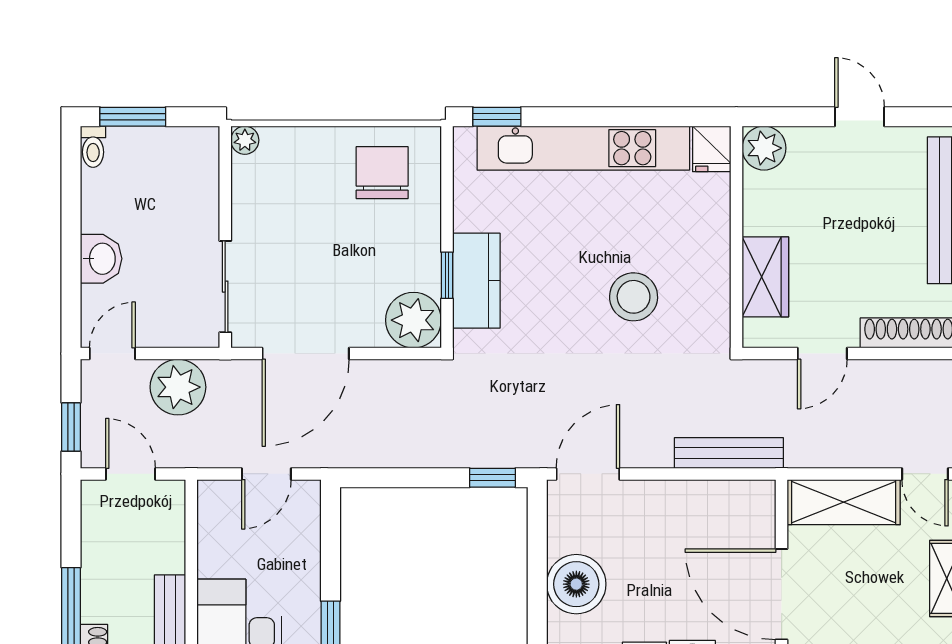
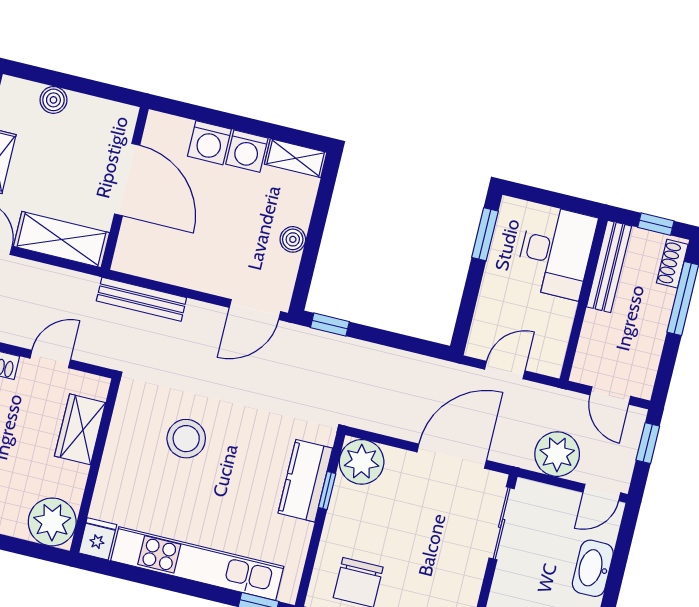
plant: (764, 148) -> (52, 522), width x1.36, depth x1.36
washbasin: (101, 259) -> (593, 568), width x1.38
boiler: (576, 584) -> (293, 239), width x0.54, depth x0.54

